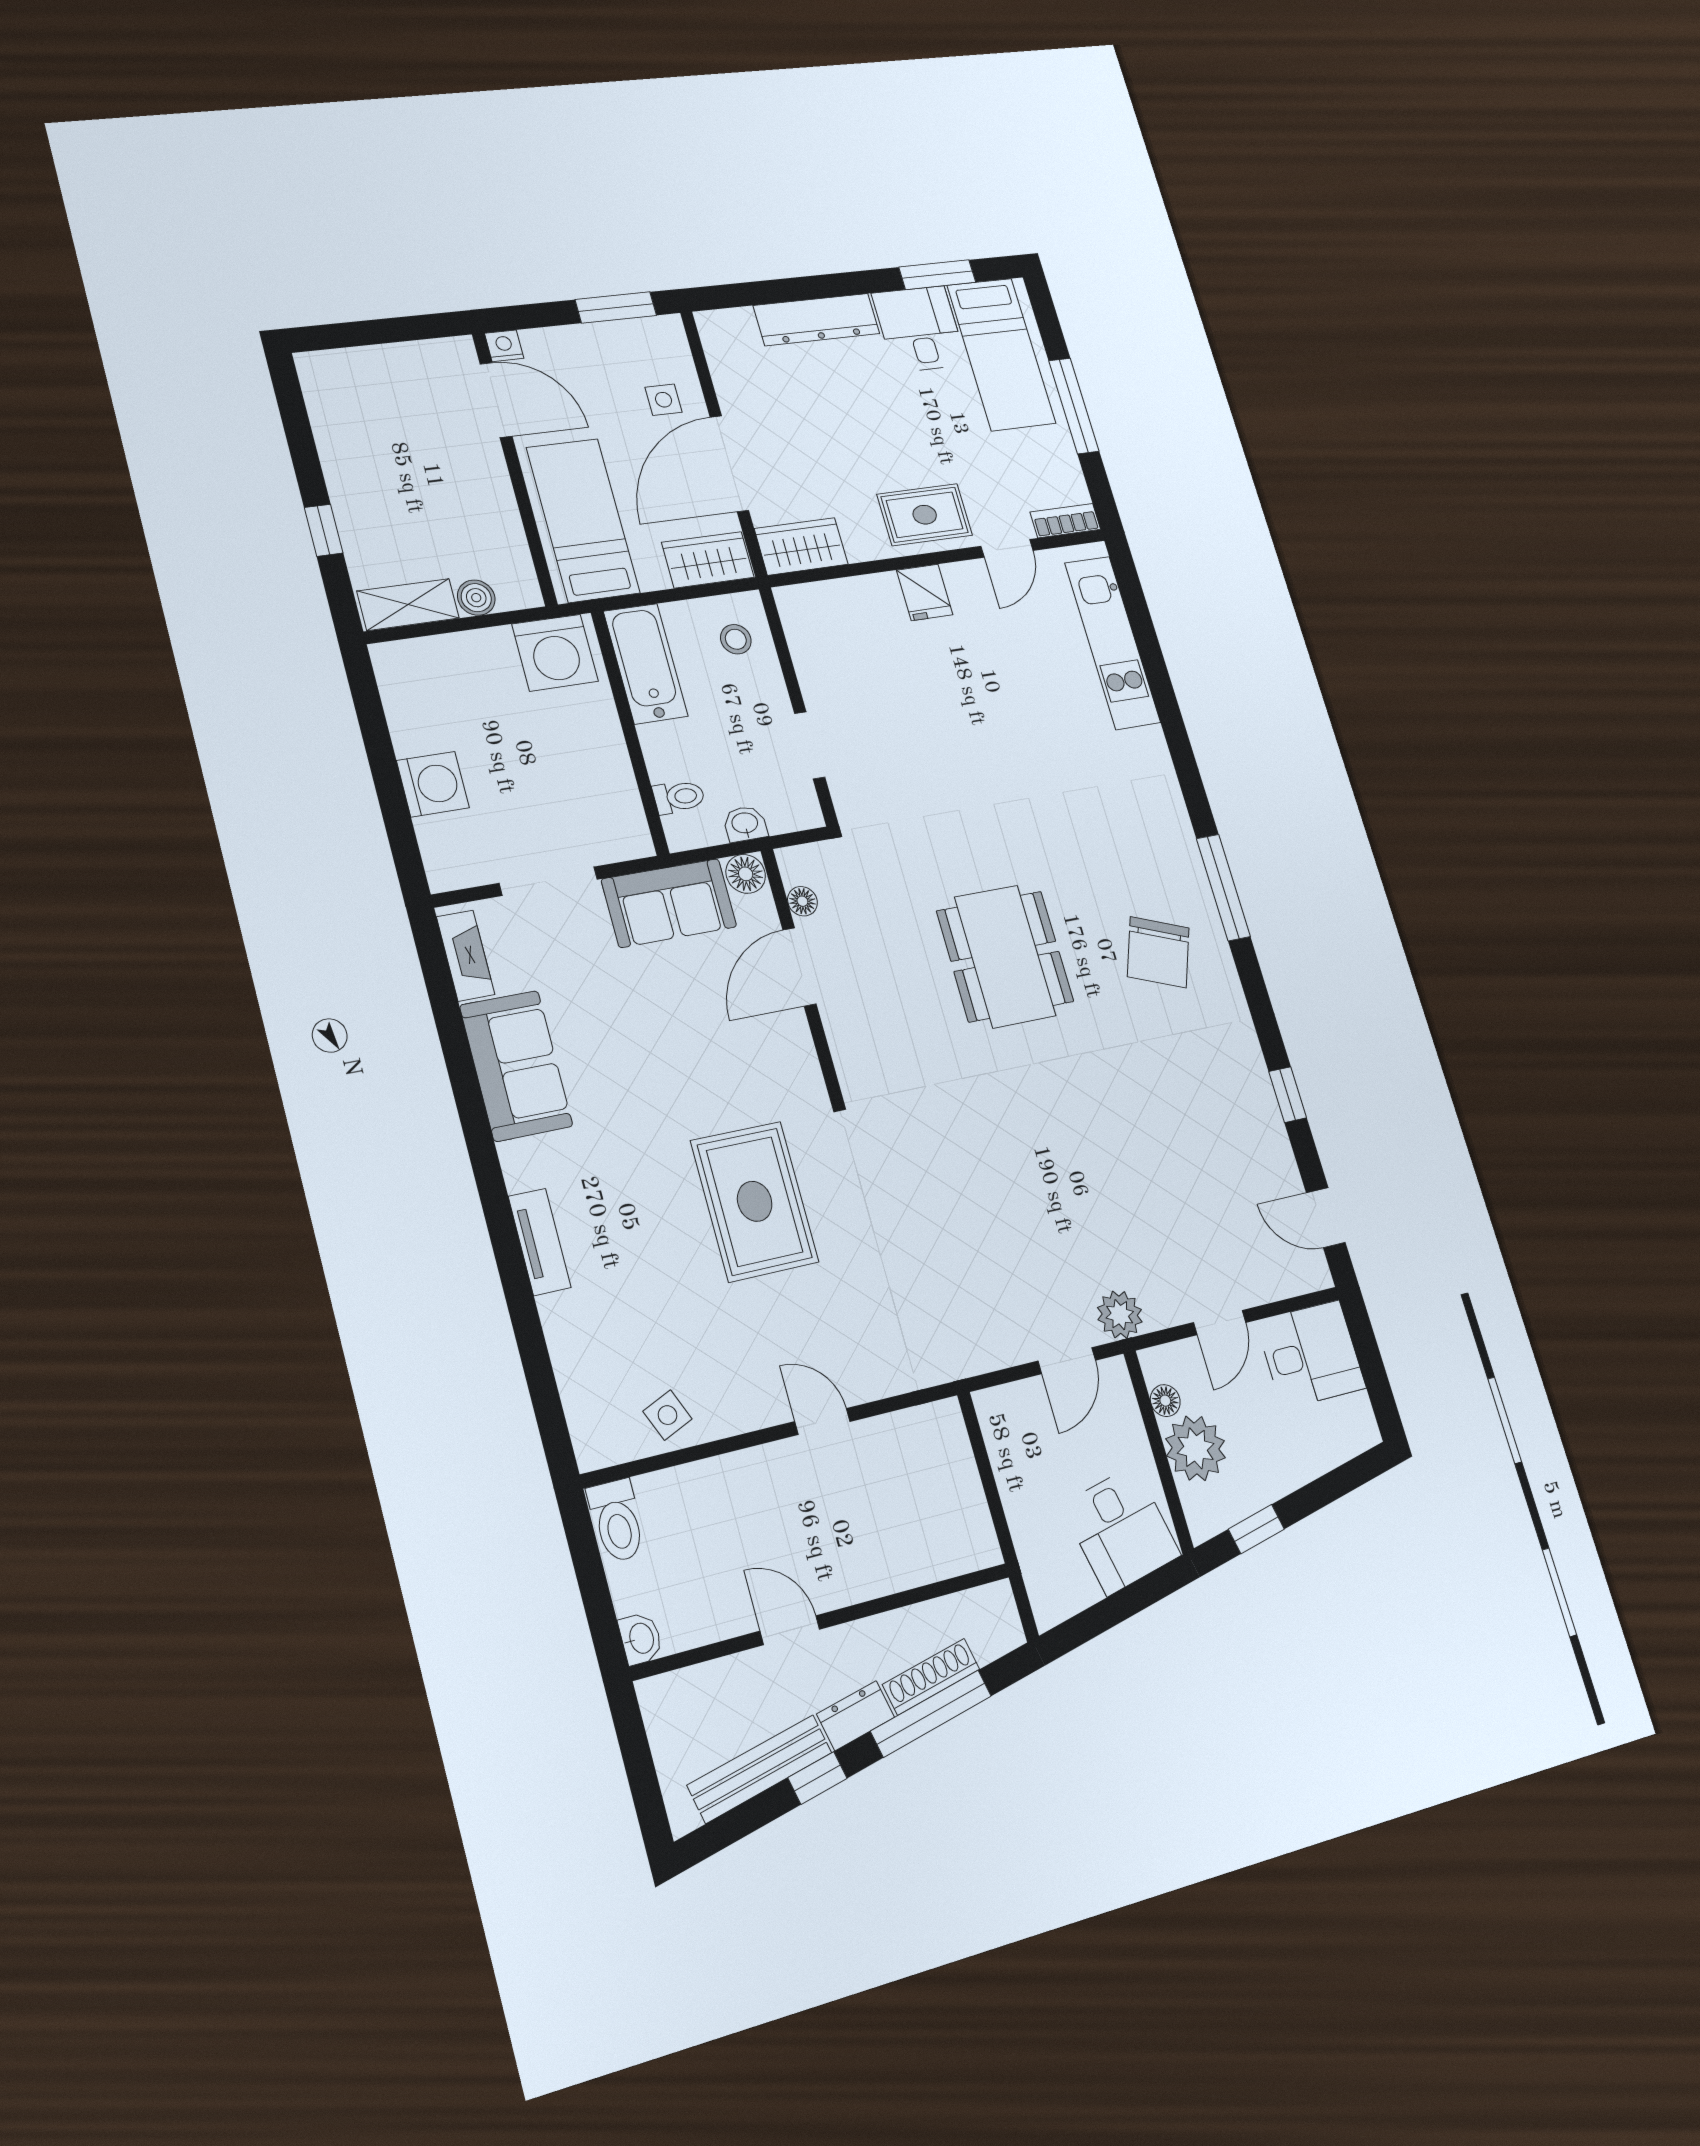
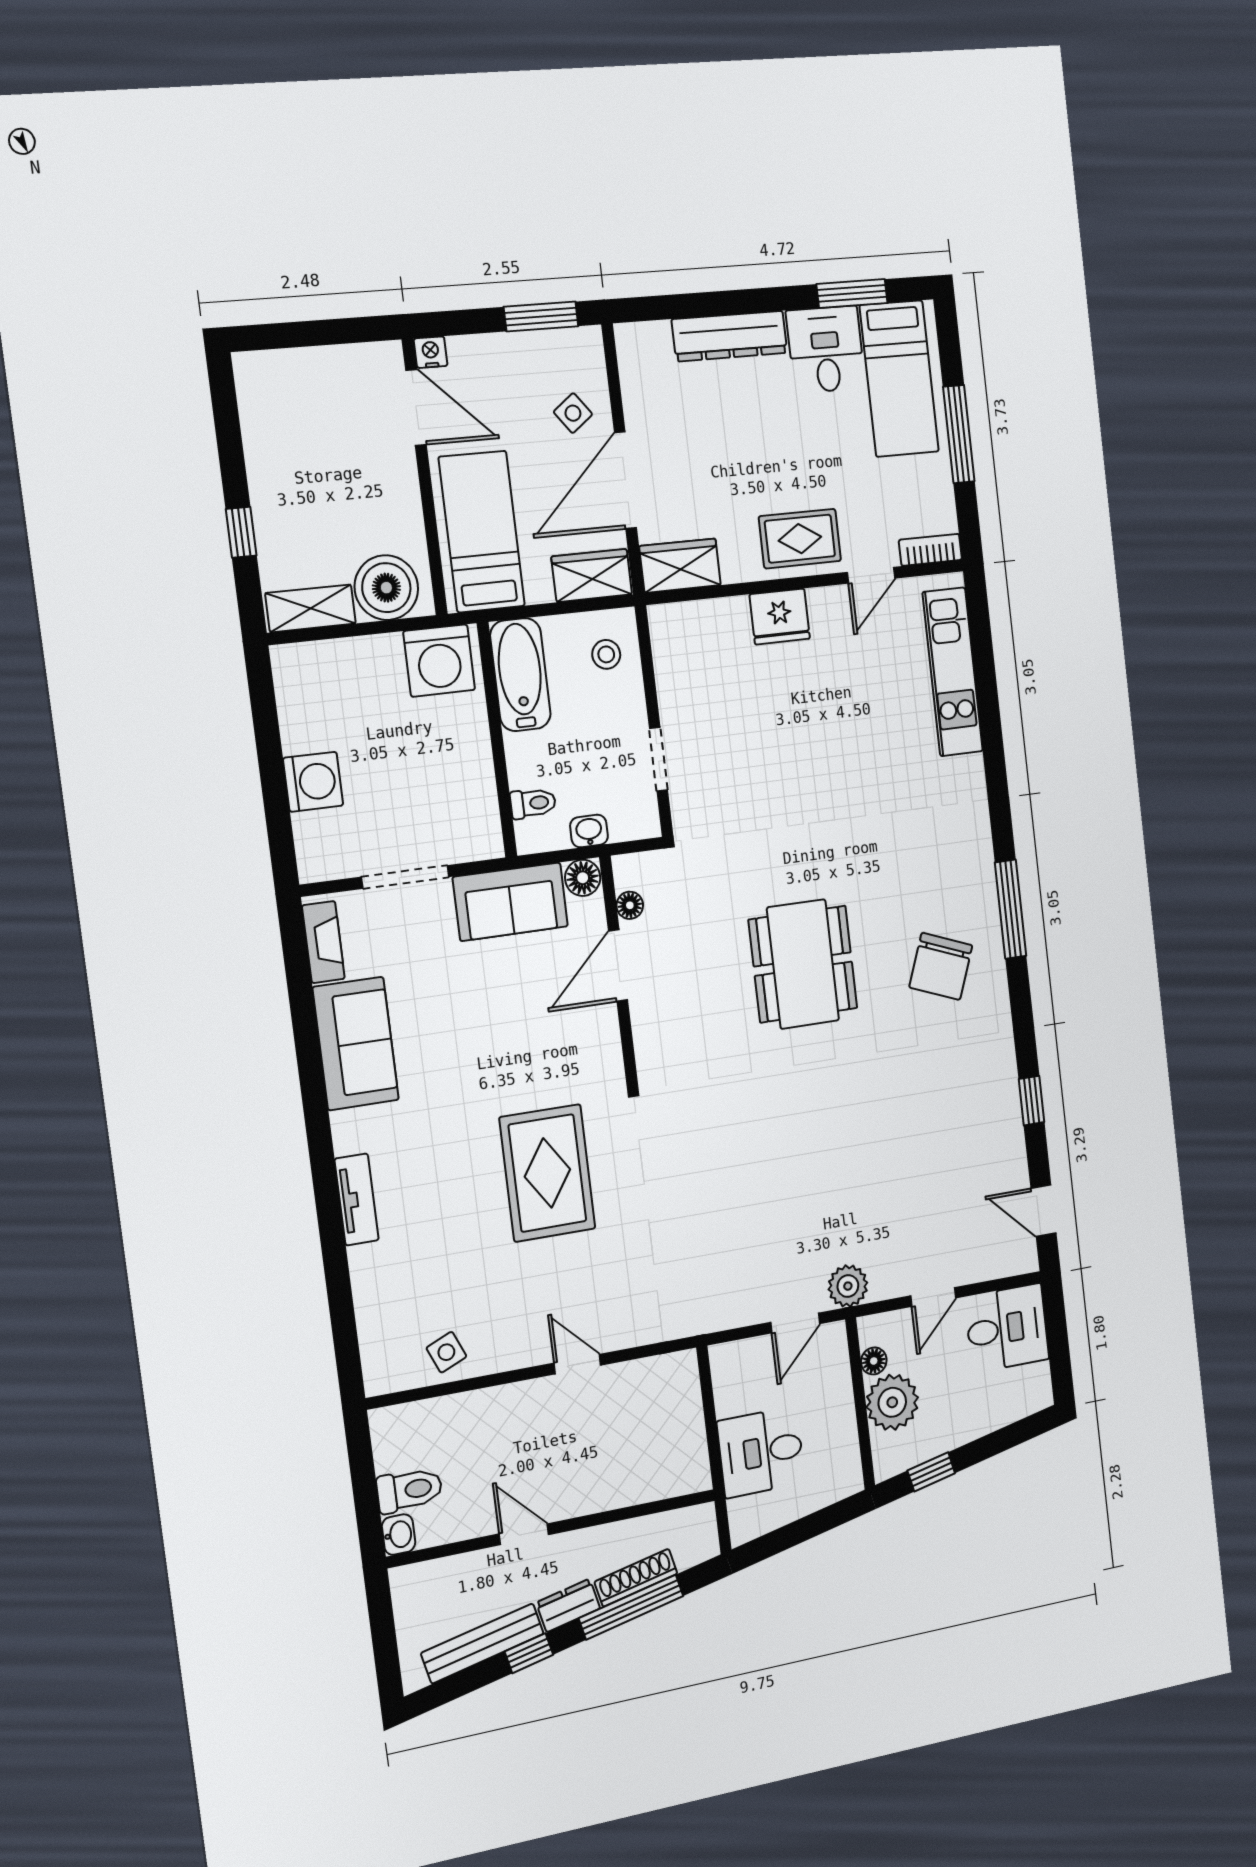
side table: (663, 400) -> (573, 413), turned -37
fridge: (925, 592) -> (780, 617), width x1.38
boiler: (476, 598) -> (386, 588), width x1.86, depth x1.86
toilet: (617, 1521) -> (409, 1490), moved, turned -90
desk: (1121, 1530) -> (761, 1452), moved, turned 102

